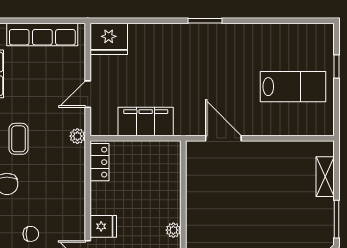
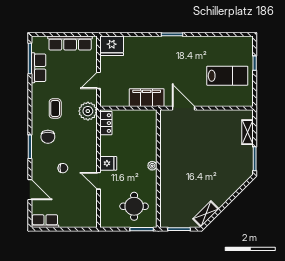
filing cabinet: (146, 122) -> (147, 98), moved
plant: (77, 136) -> (88, 111), width x1.87, depth x1.87

